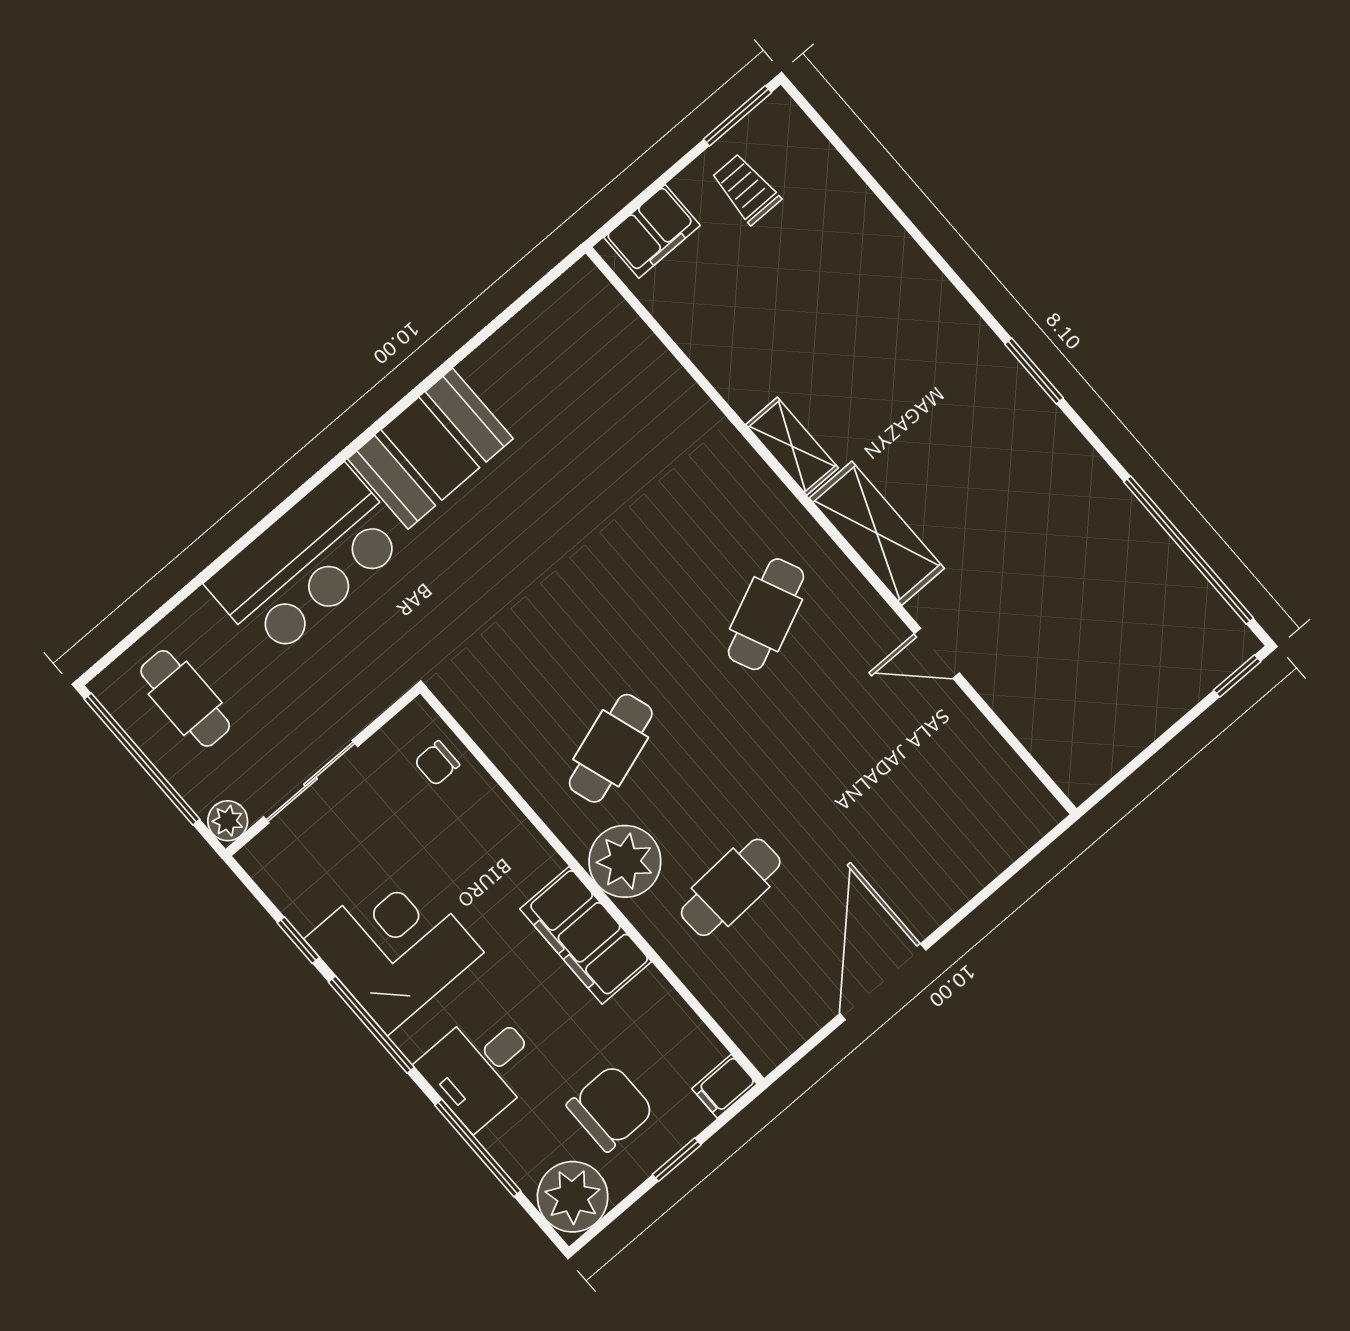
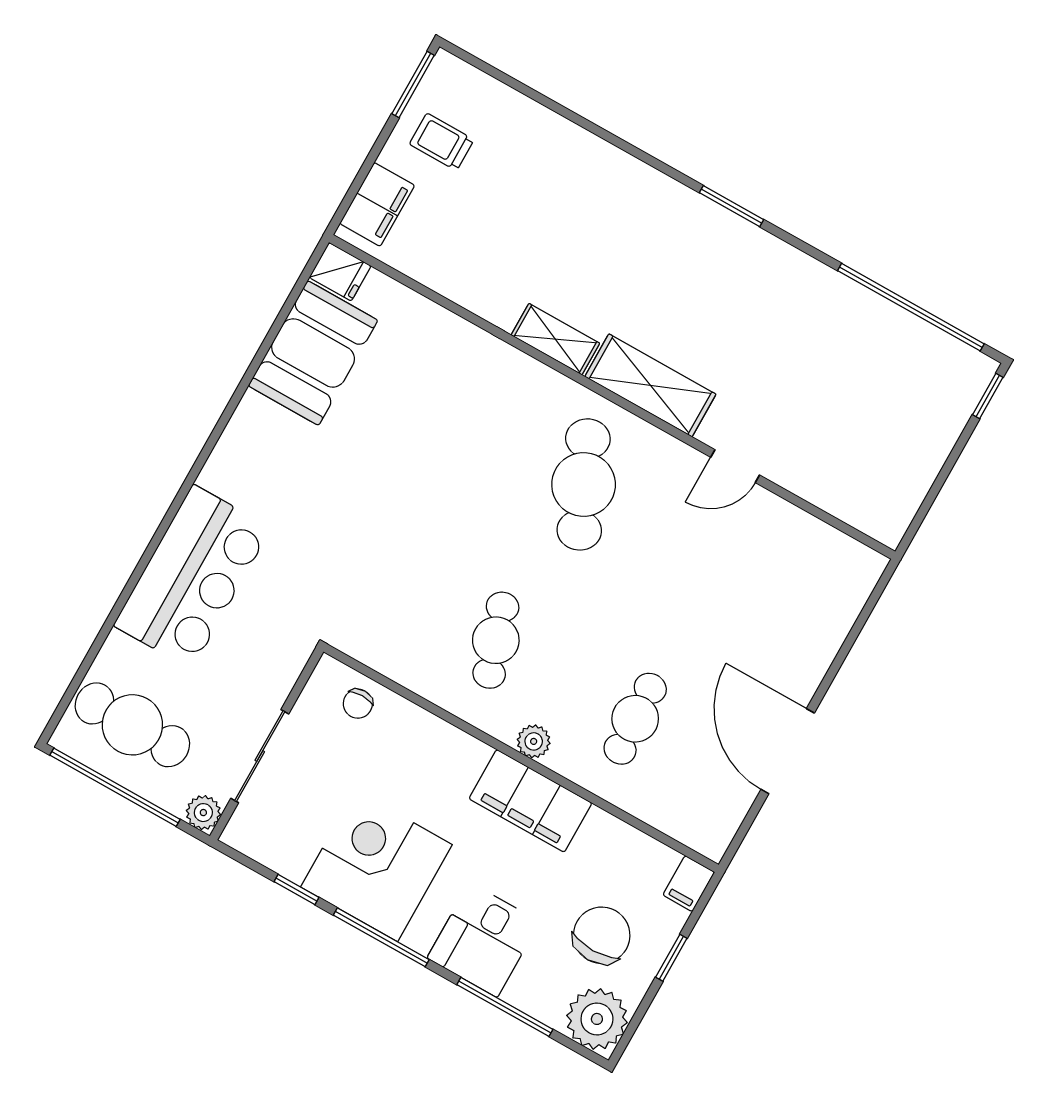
fridge: (586, 290) -> (340, 272), added
booth: (430, 449) -> (313, 353), moved
cafe table: (766, 614) -> (584, 484), width x1.37, depth x1.35
cafe table: (185, 698) -> (132, 725), width x1.37, depth x1.35
plant: (625, 861) -> (534, 741), width x0.53, depth x0.53

